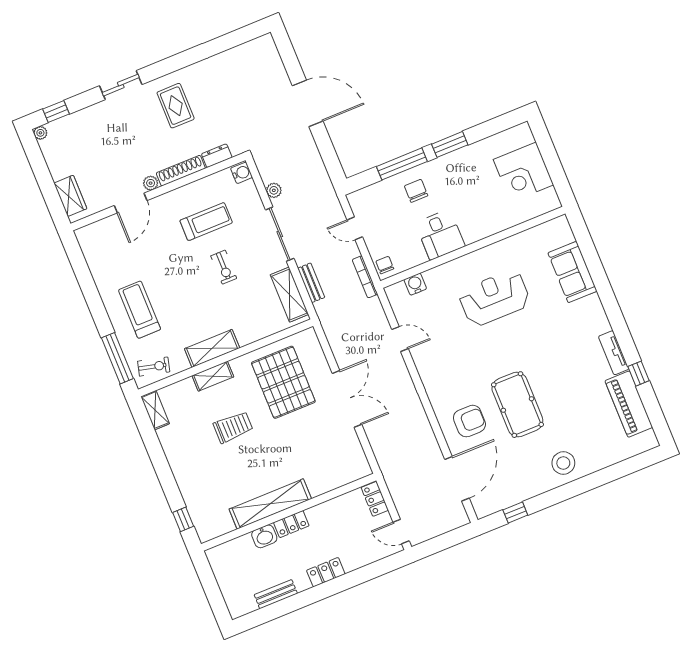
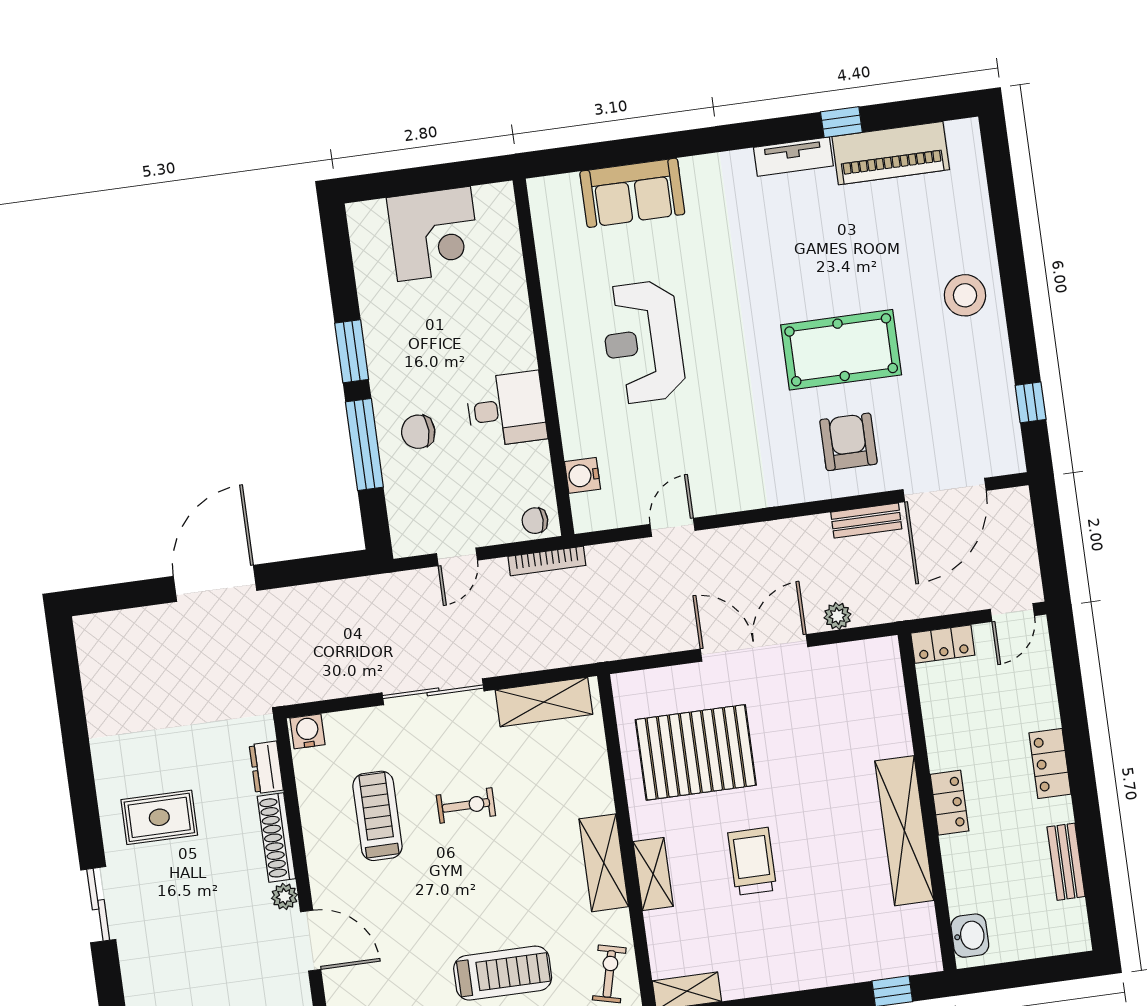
plant: (274, 190) -> (837, 616), moved
bench: (311, 283) -> (866, 521), moved
treadmill: (140, 310) -> (503, 973), turned 180
door: (457, 479) -> (945, 490), swing flipped
washbasin: (264, 536) -> (970, 936), moved

